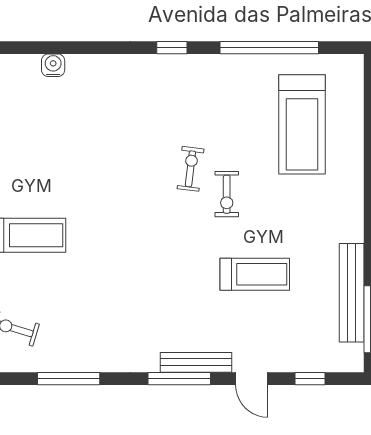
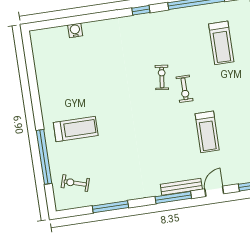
treadmill: (302, 124) -> (221, 43), width x0.73, depth x0.73
treadmill: (255, 274) -> (207, 132), turned 90
door: (252, 379) -> (214, 191), swing flipped

